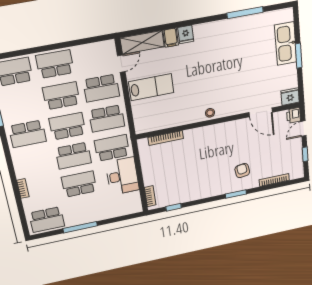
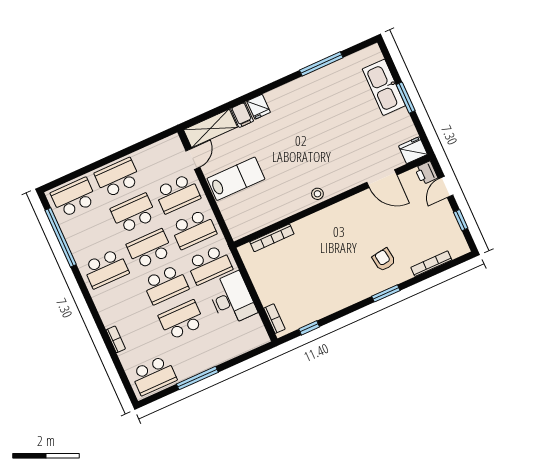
school desk: (112, 148) -> (209, 265), turned 180

